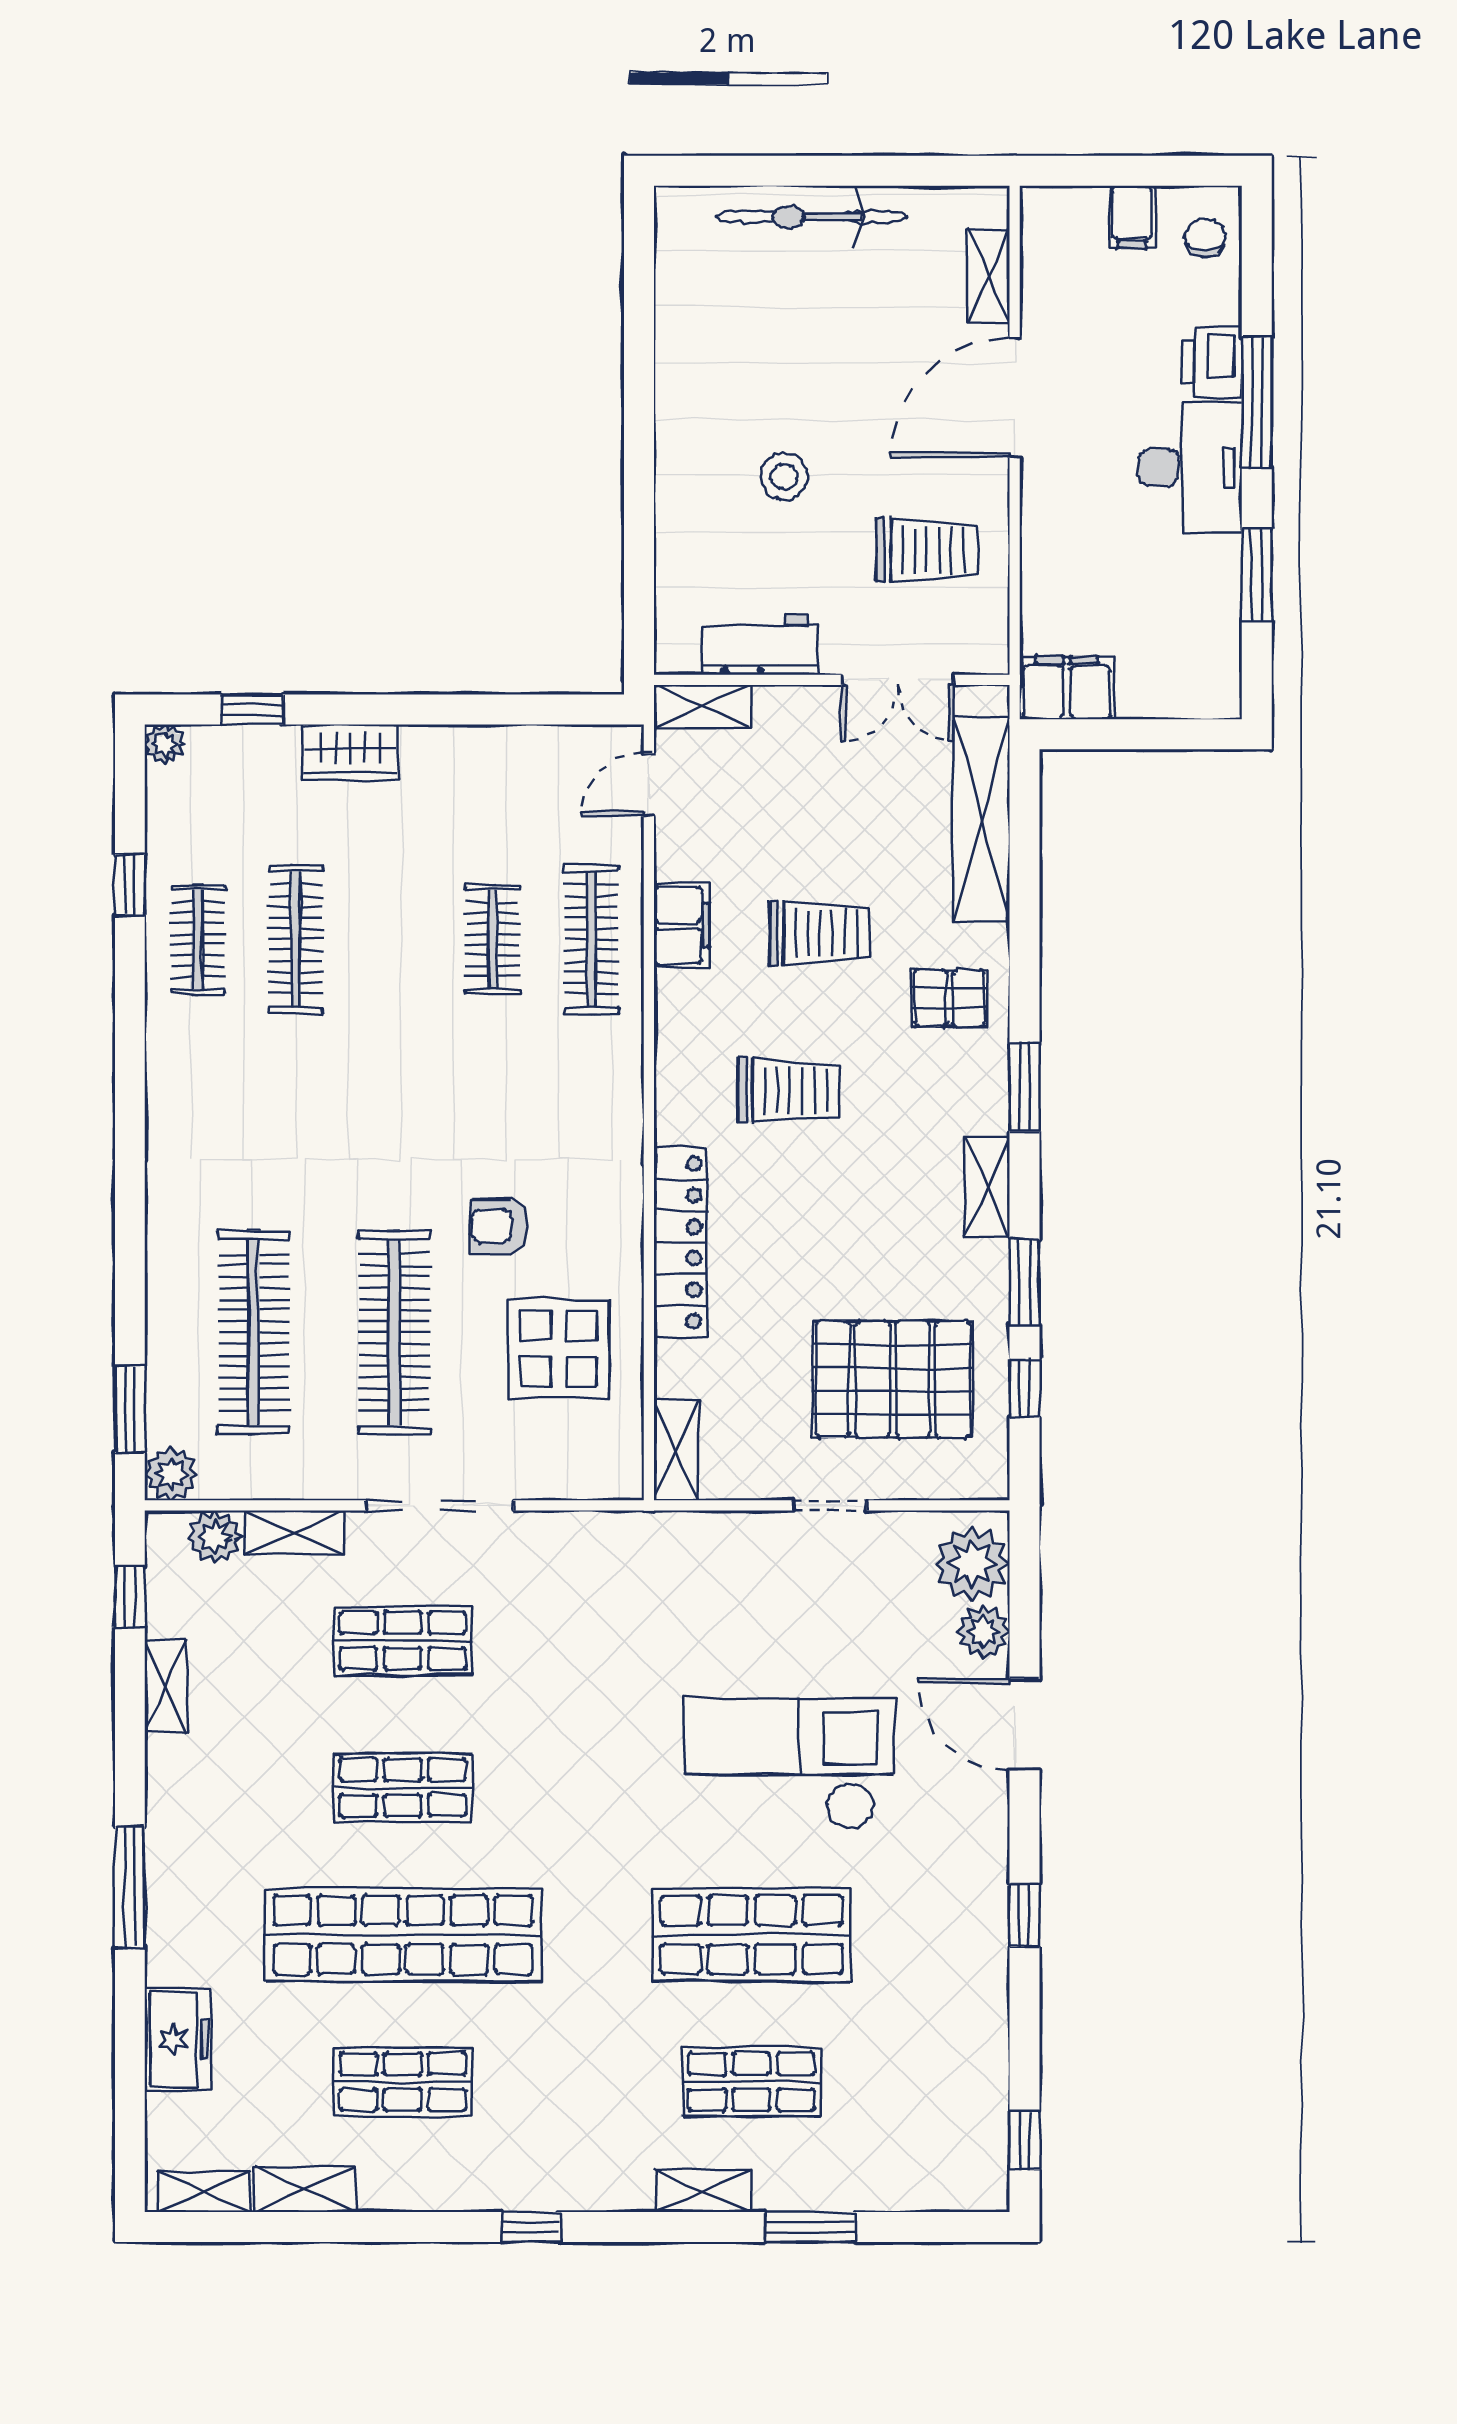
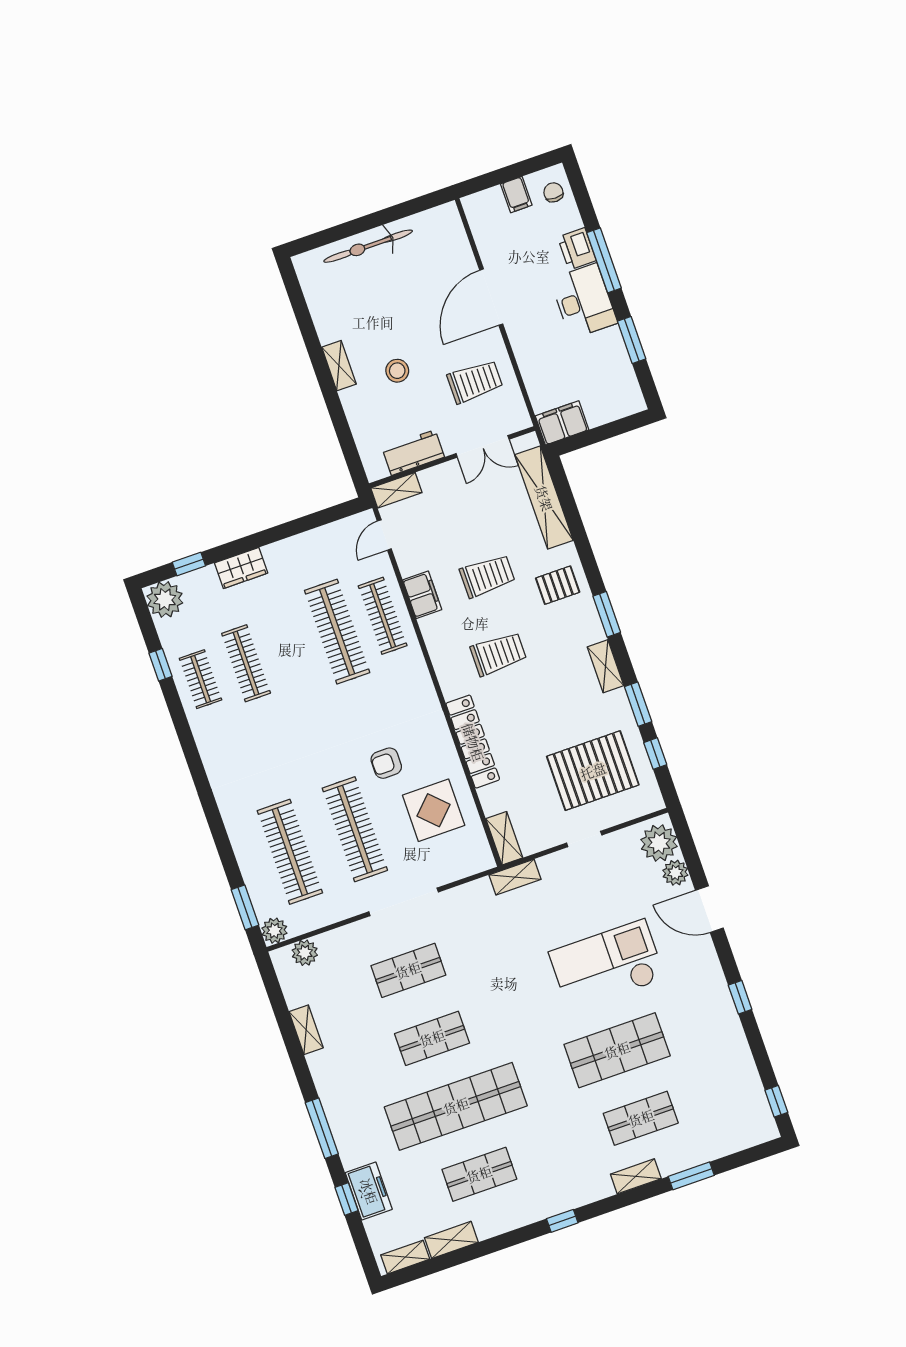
shelving: (988, 276) -> (339, 366), moved
plant: (165, 744) -> (165, 599), width x1.88, depth x1.88
clothes rail: (493, 939) -> (337, 632), width x1.86, depth x1.31
shelving: (294, 1532) -> (515, 877), moved
window: (130, 1597) -> (346, 1199), moved

